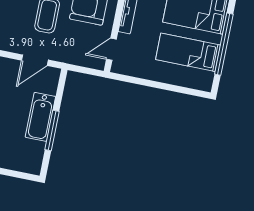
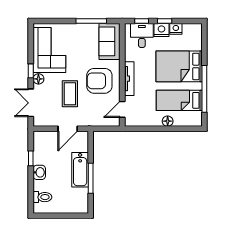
floor lamp: (167, 76) -> (168, 121), added

